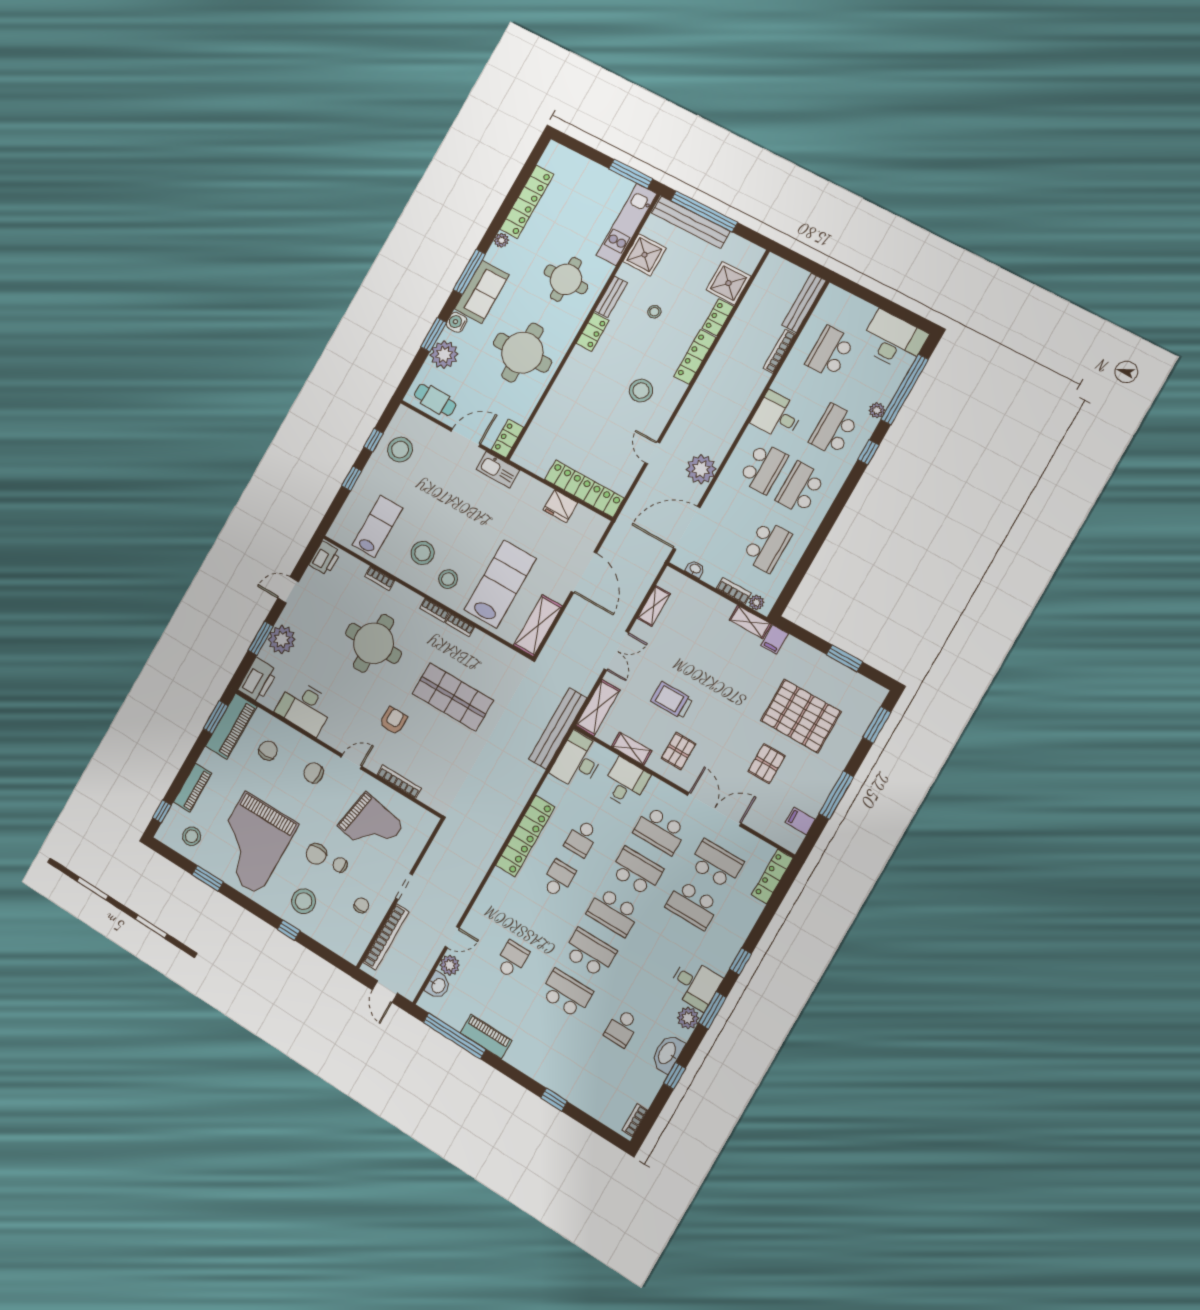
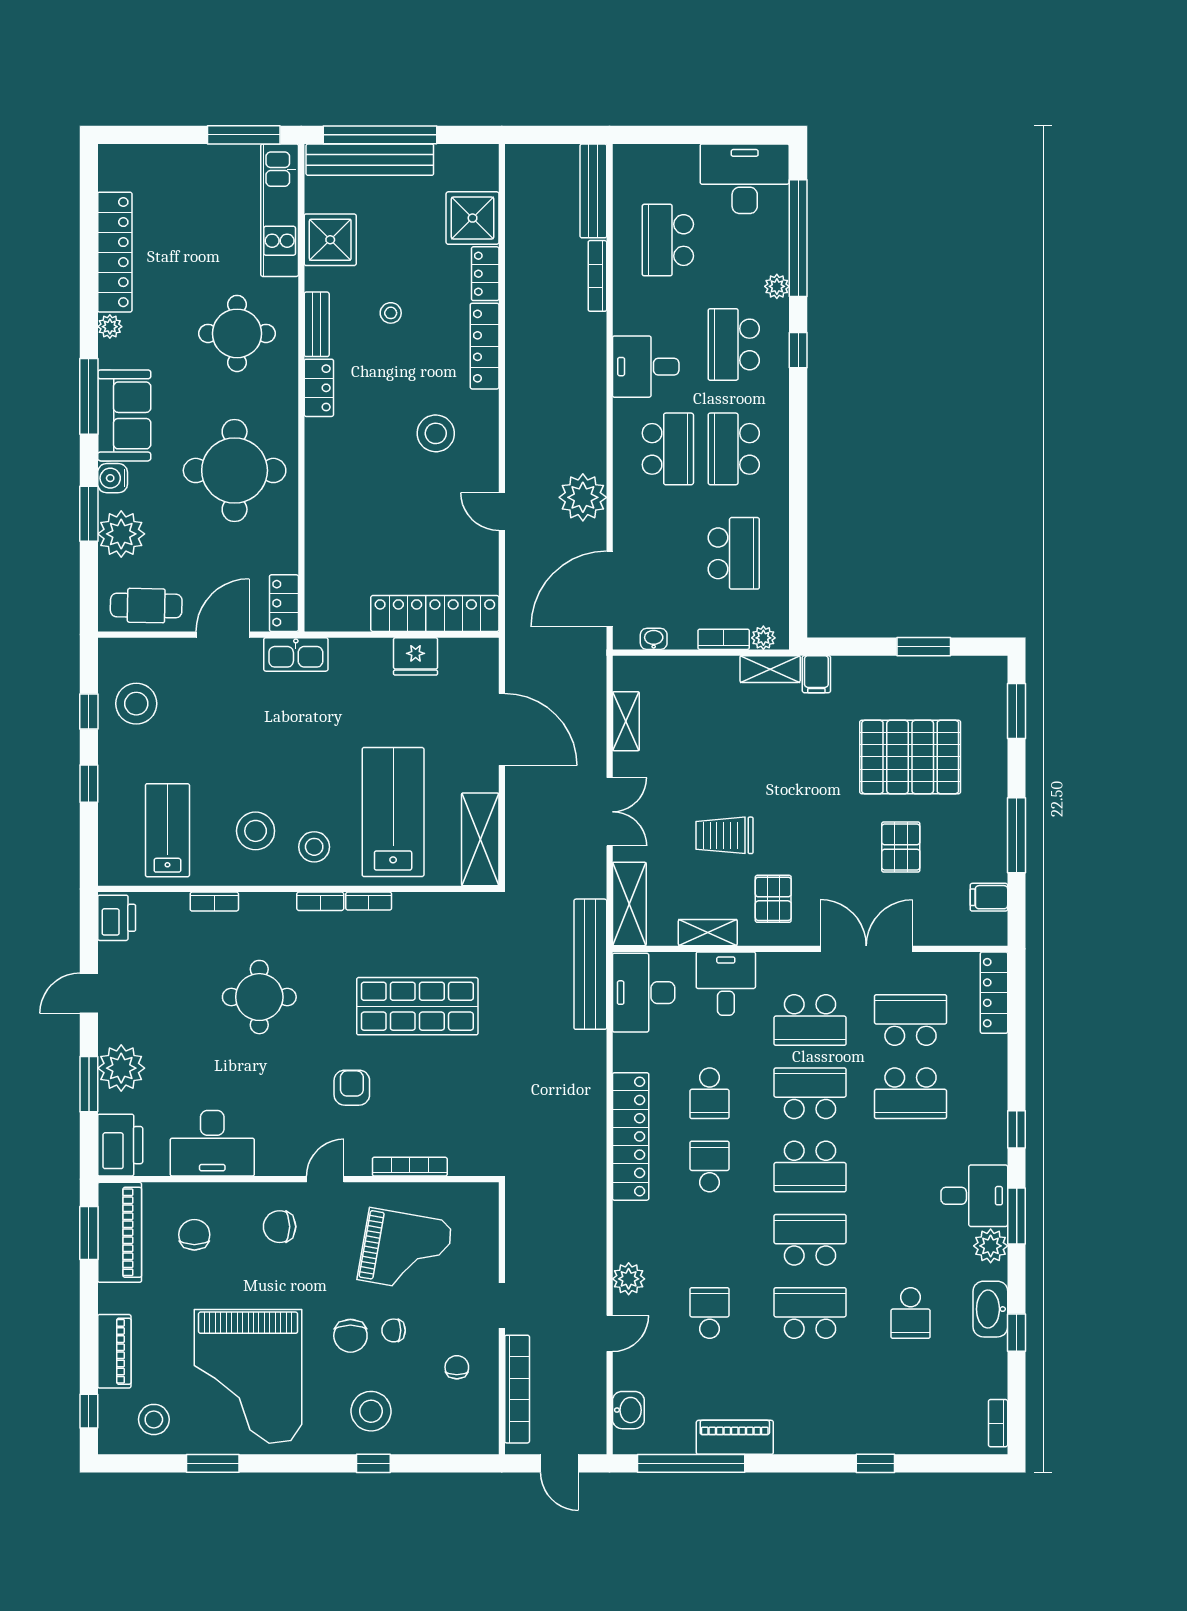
round table: (374, 643) -> (259, 997), width x0.73, depth x0.73
plant: (450, 965) -> (629, 1279), moved

